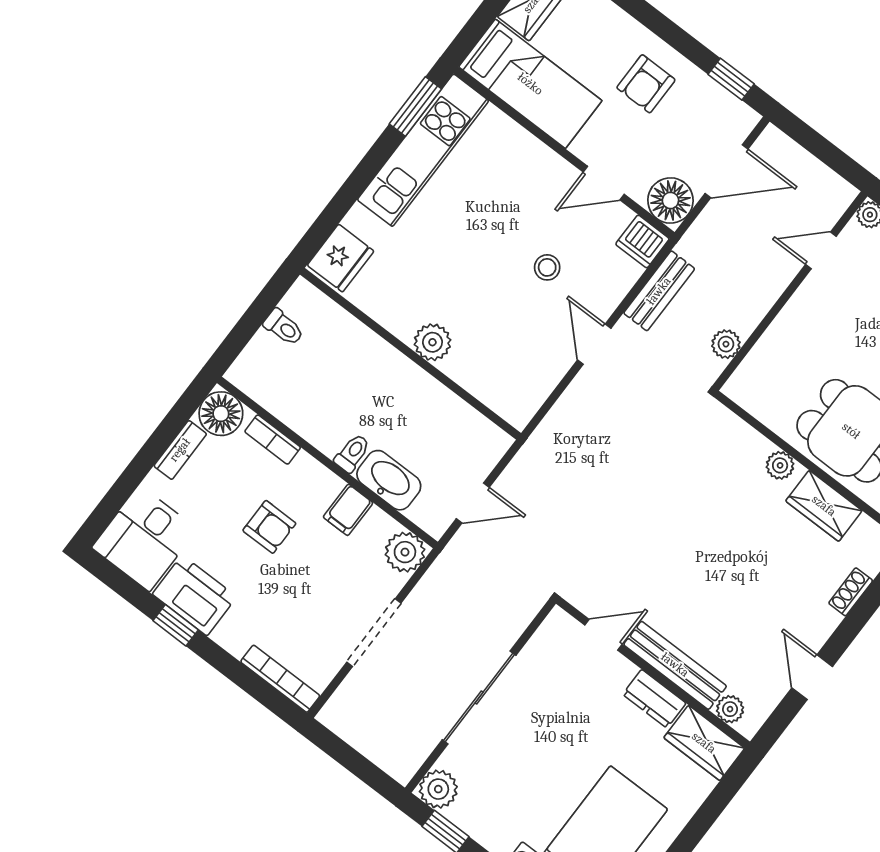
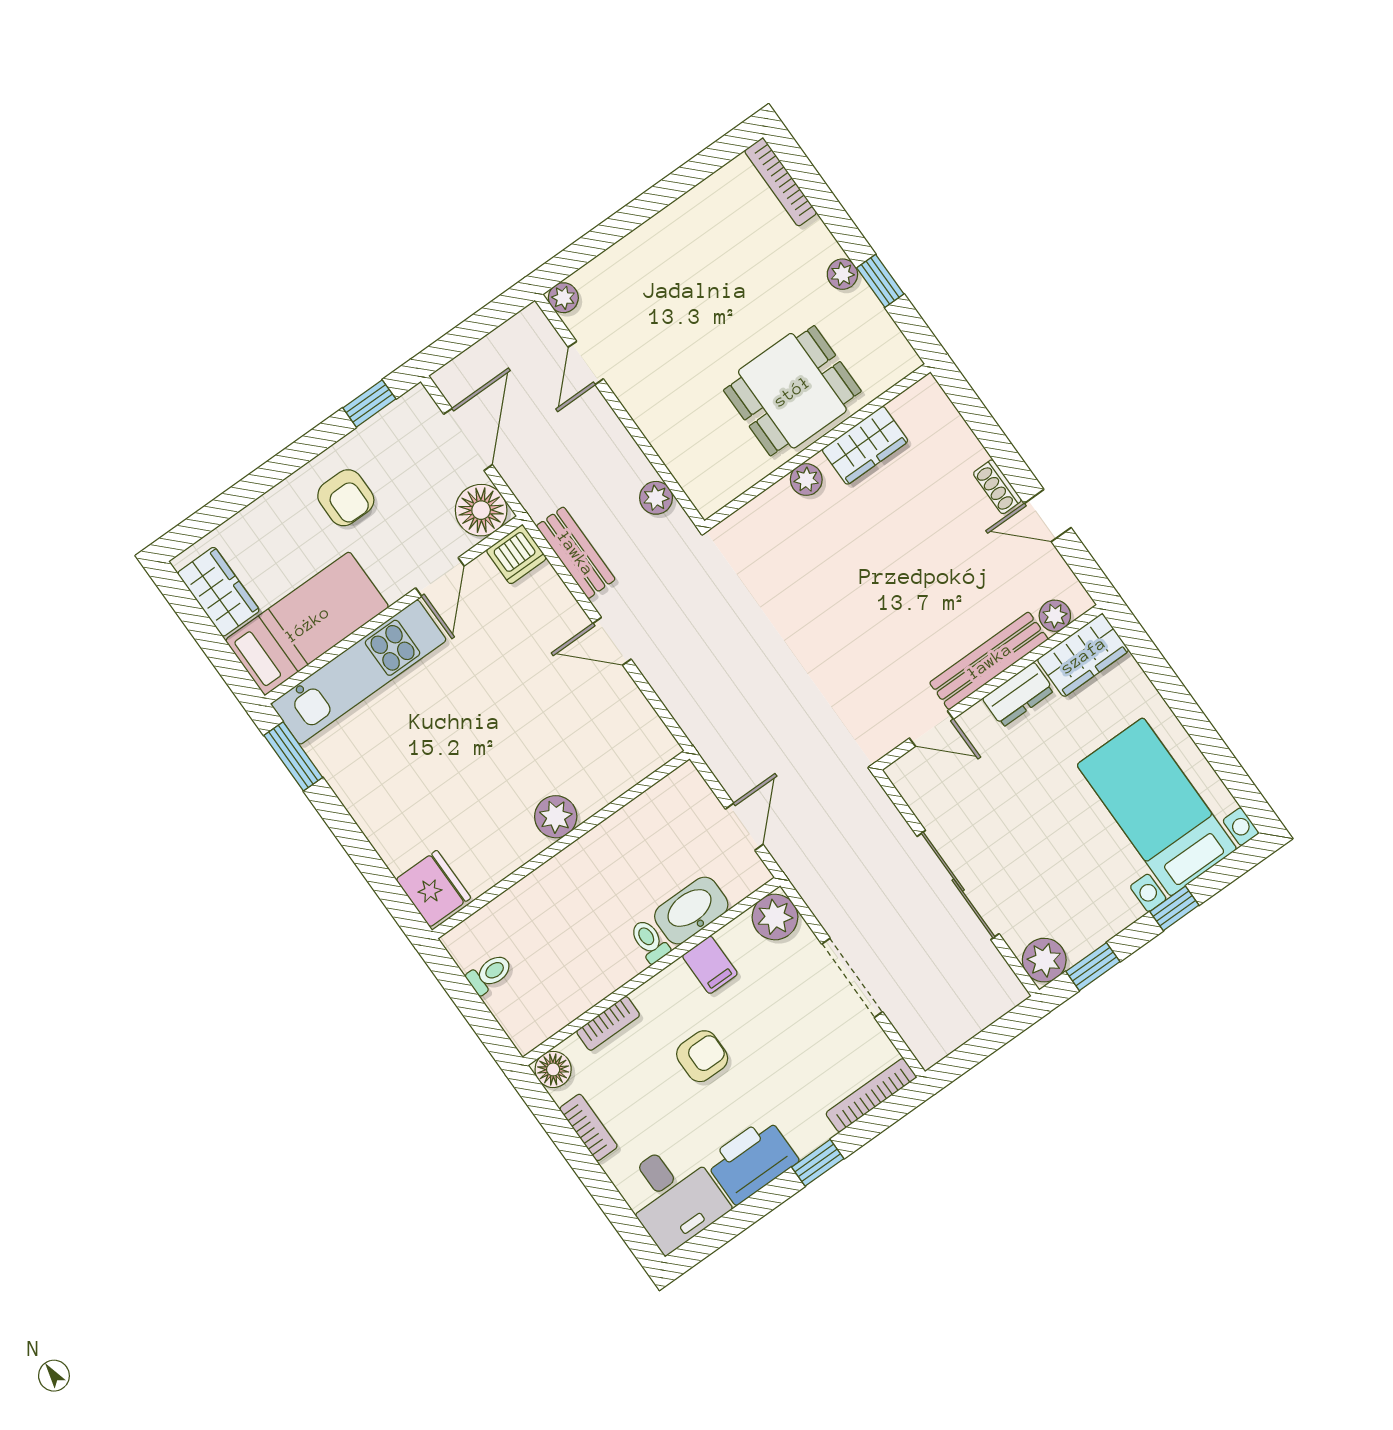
kitchen unit: (423, 150) -> (359, 672), moved, turned 90
stool: (547, 267) -> (513, 667), removed
floor lamp: (221, 414) -> (553, 1069), width x0.73, depth x0.73
shoe rack: (851, 592) -> (997, 487), moved
window: (176, 625) -> (818, 1163), moved
door: (603, 635) -> (931, 729), swing flipped

